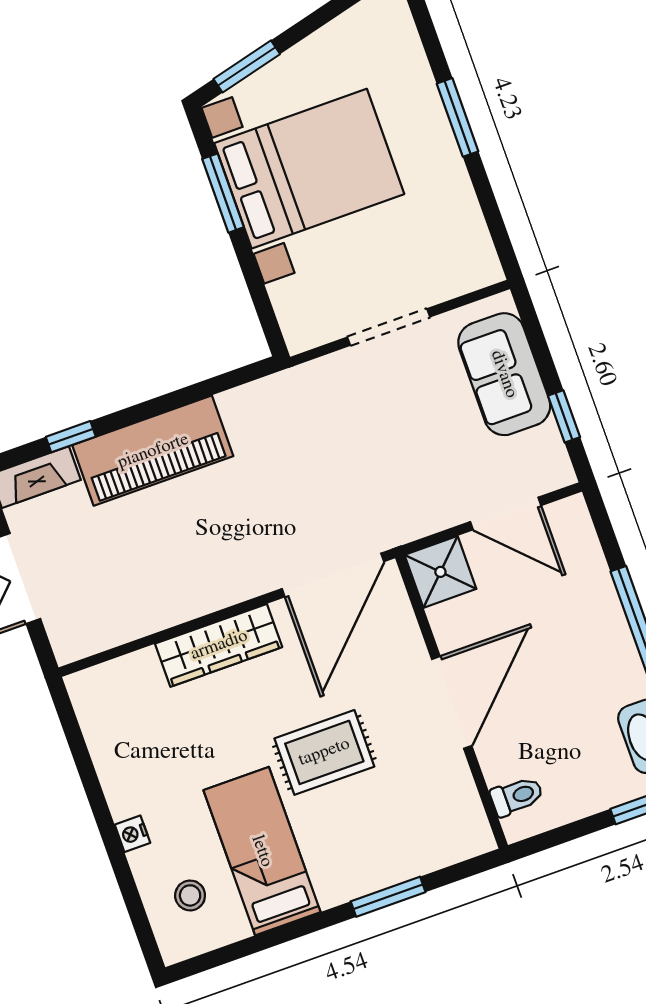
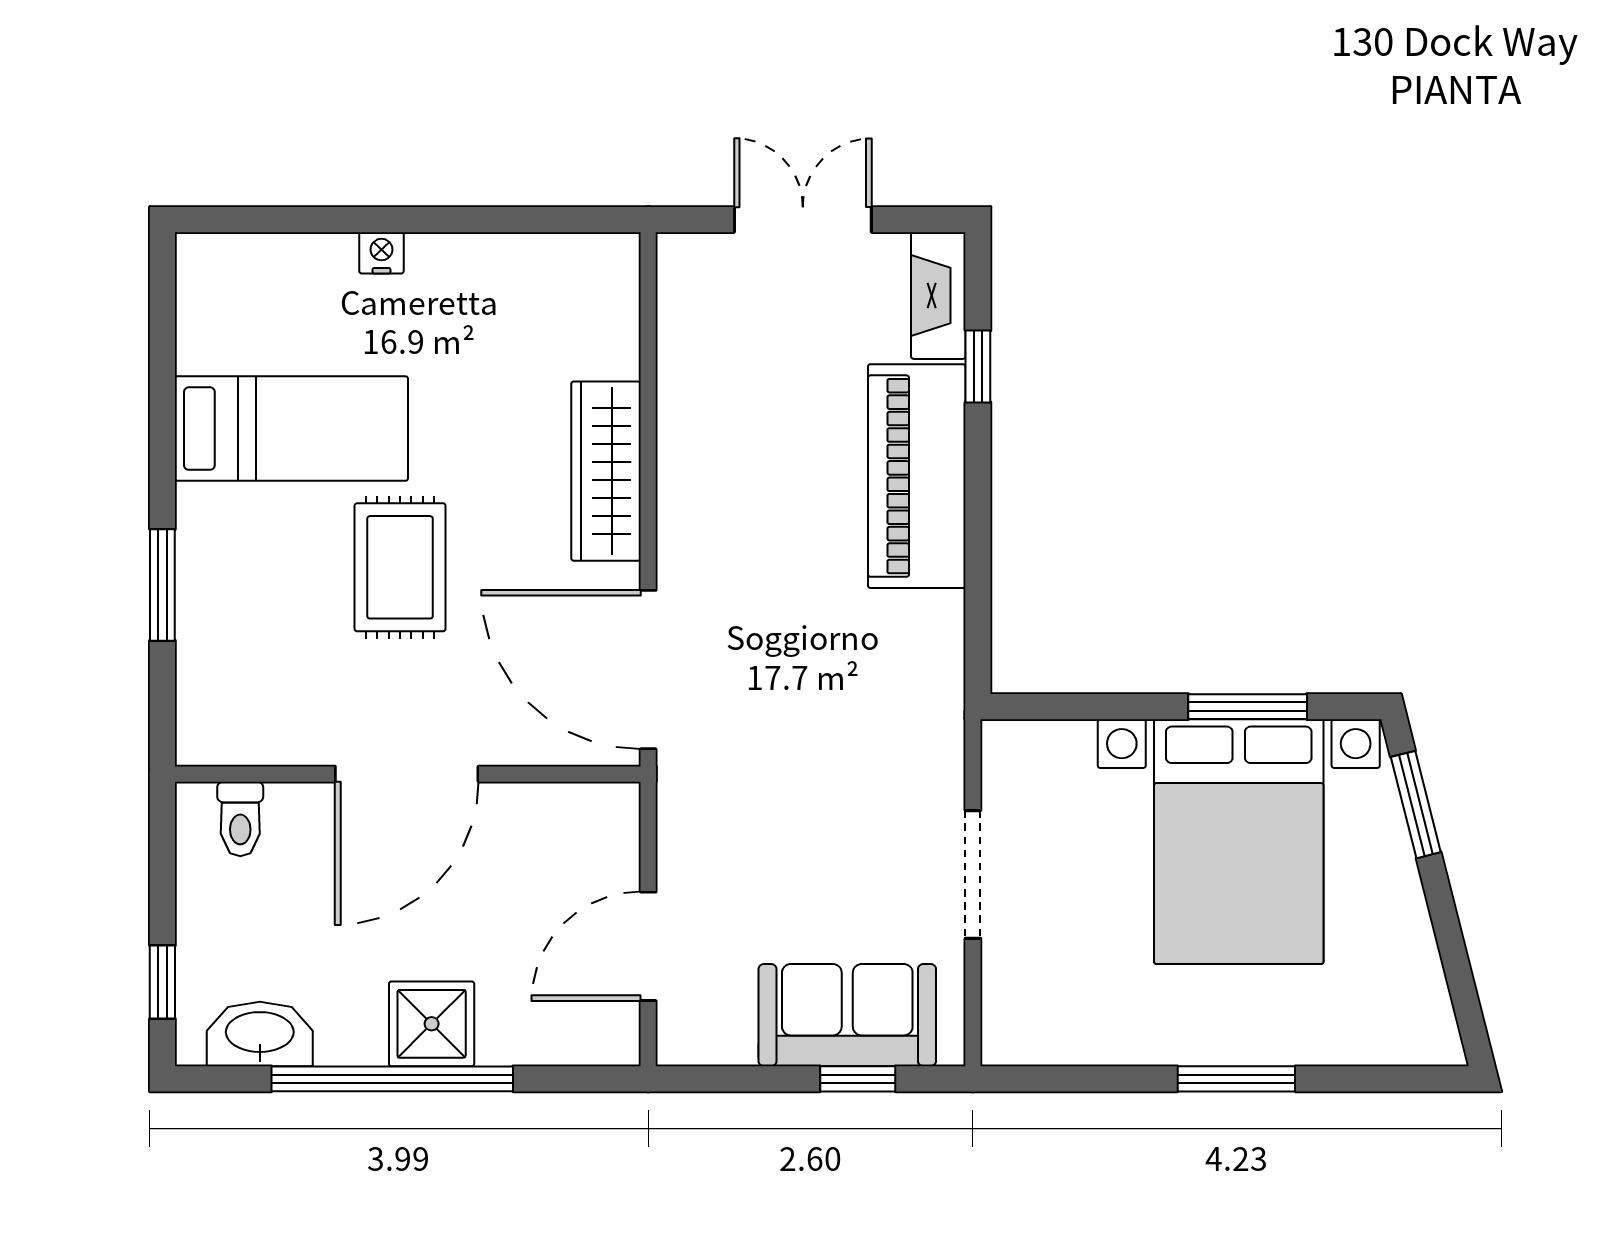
window: (564, 416) -> (858, 1079), moved
shower: (440, 572) -> (432, 1024), moved
door: (452, 702) -> (407, 774), hinge flipped
stool: (190, 895) -> (265, 304), removed

